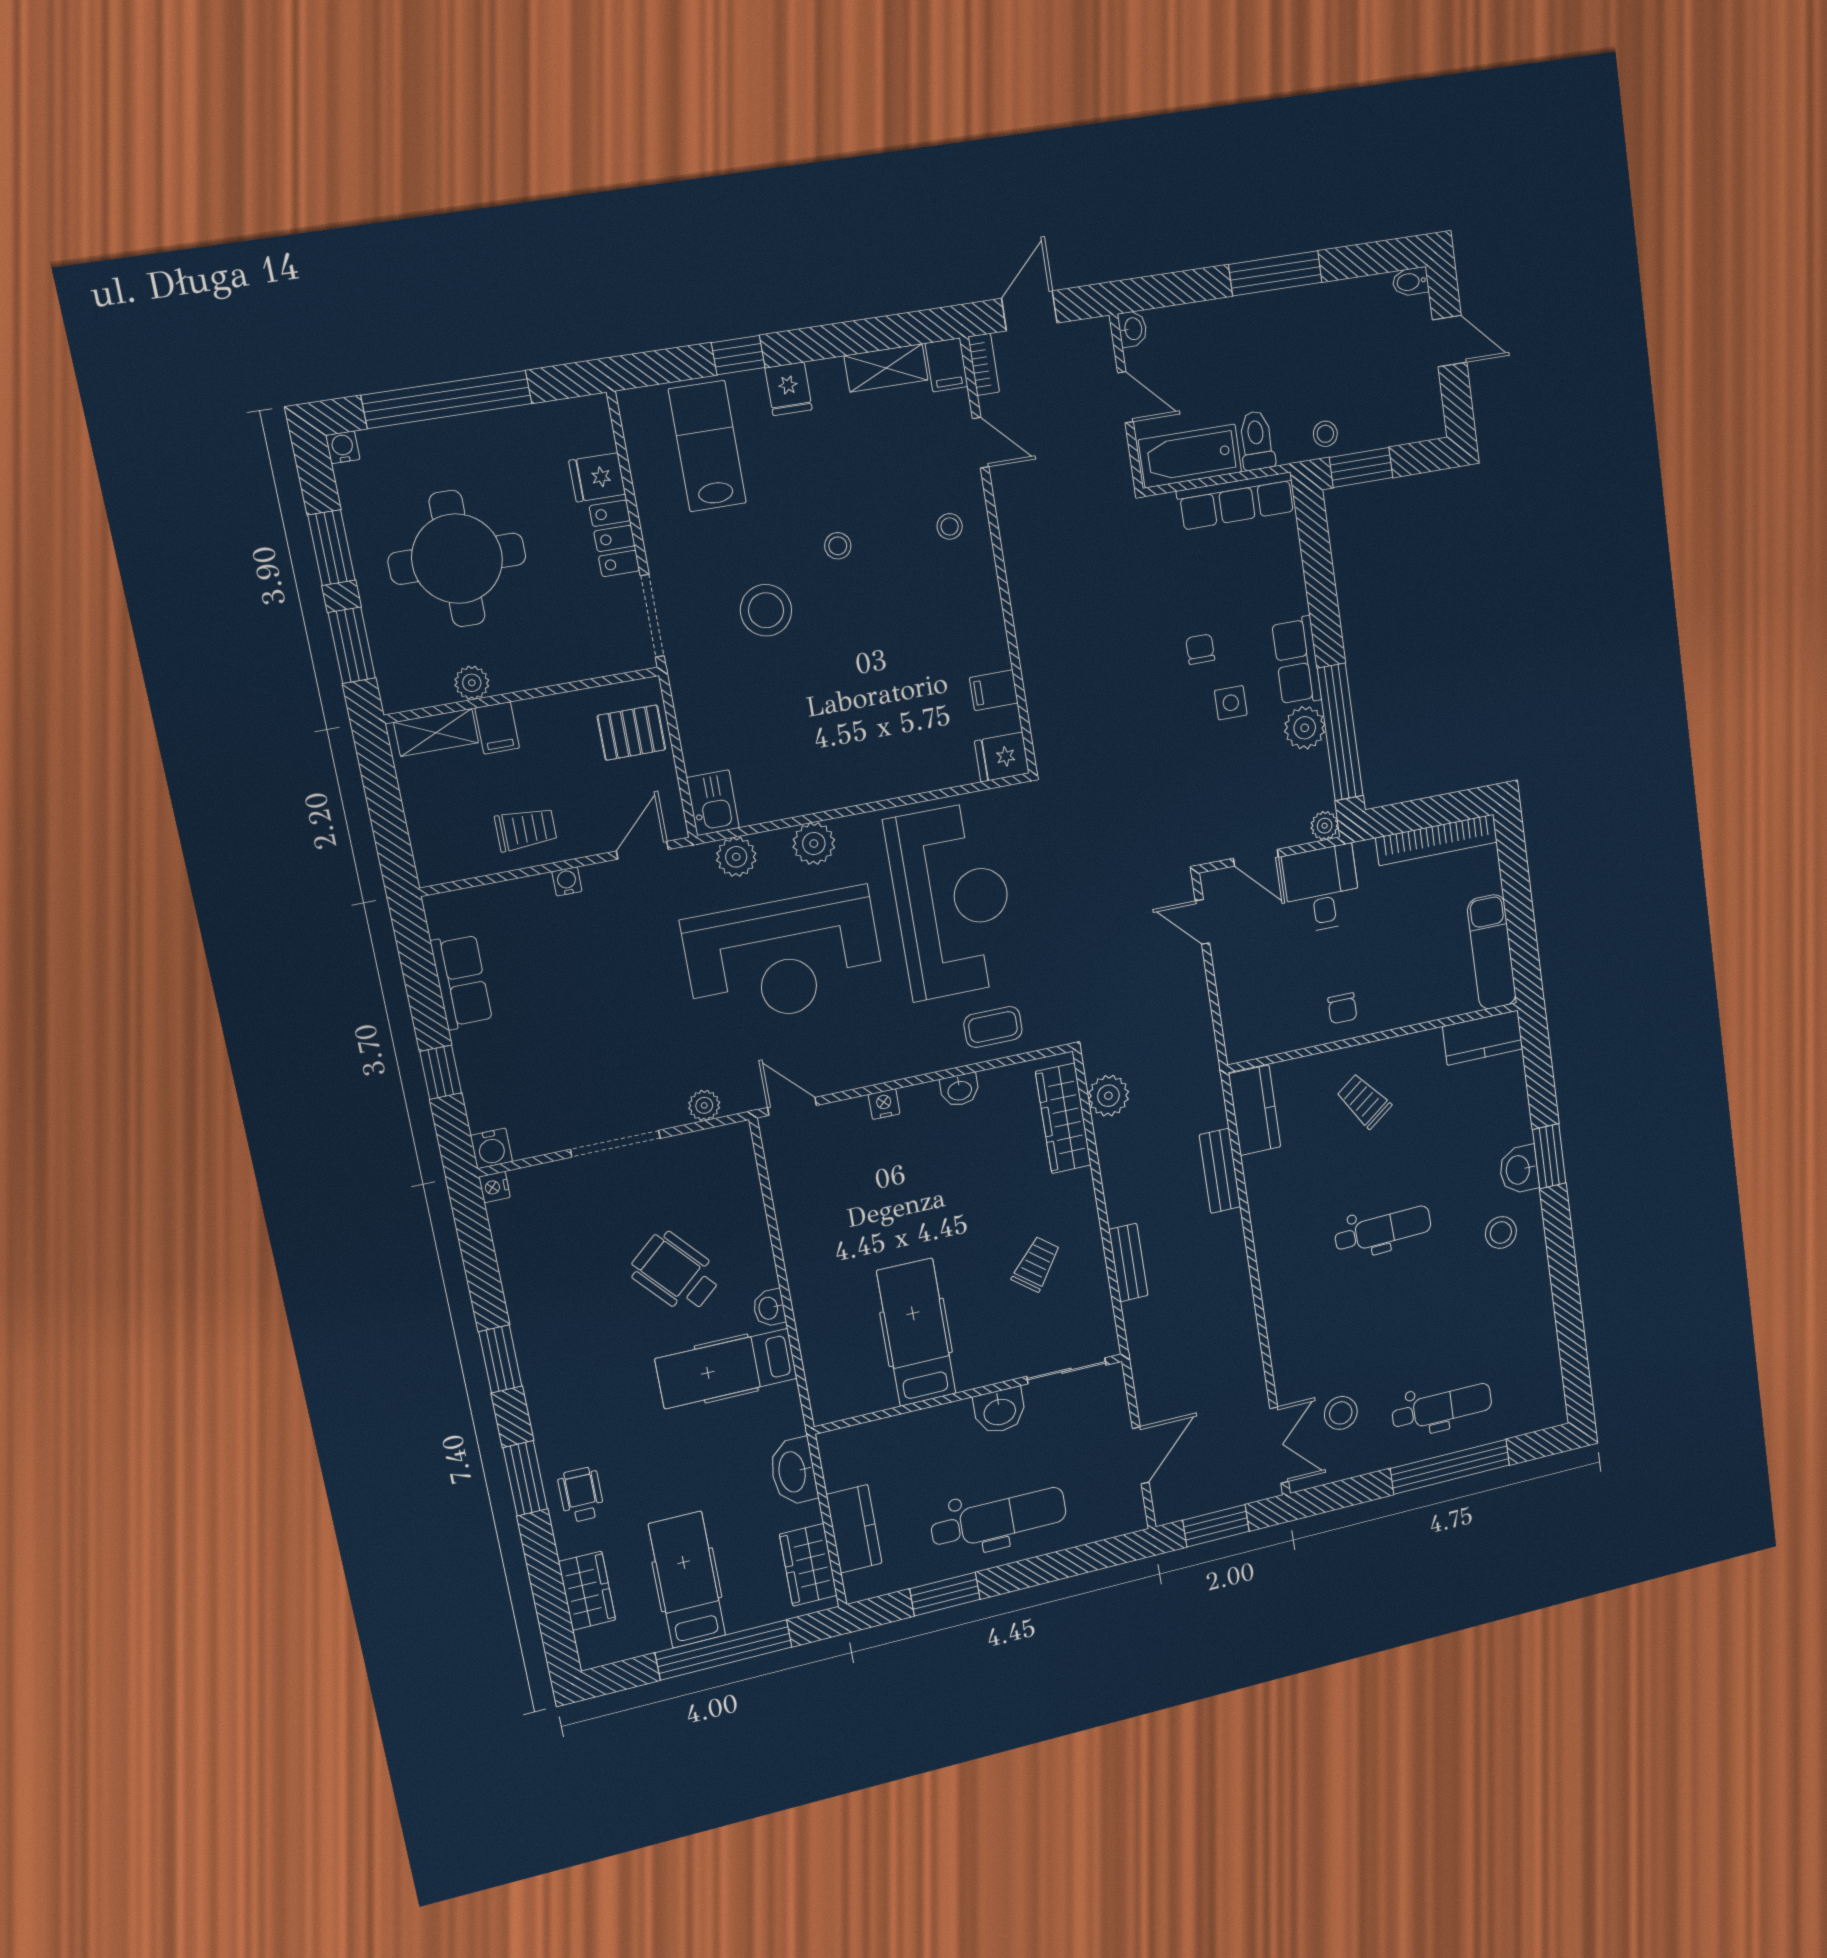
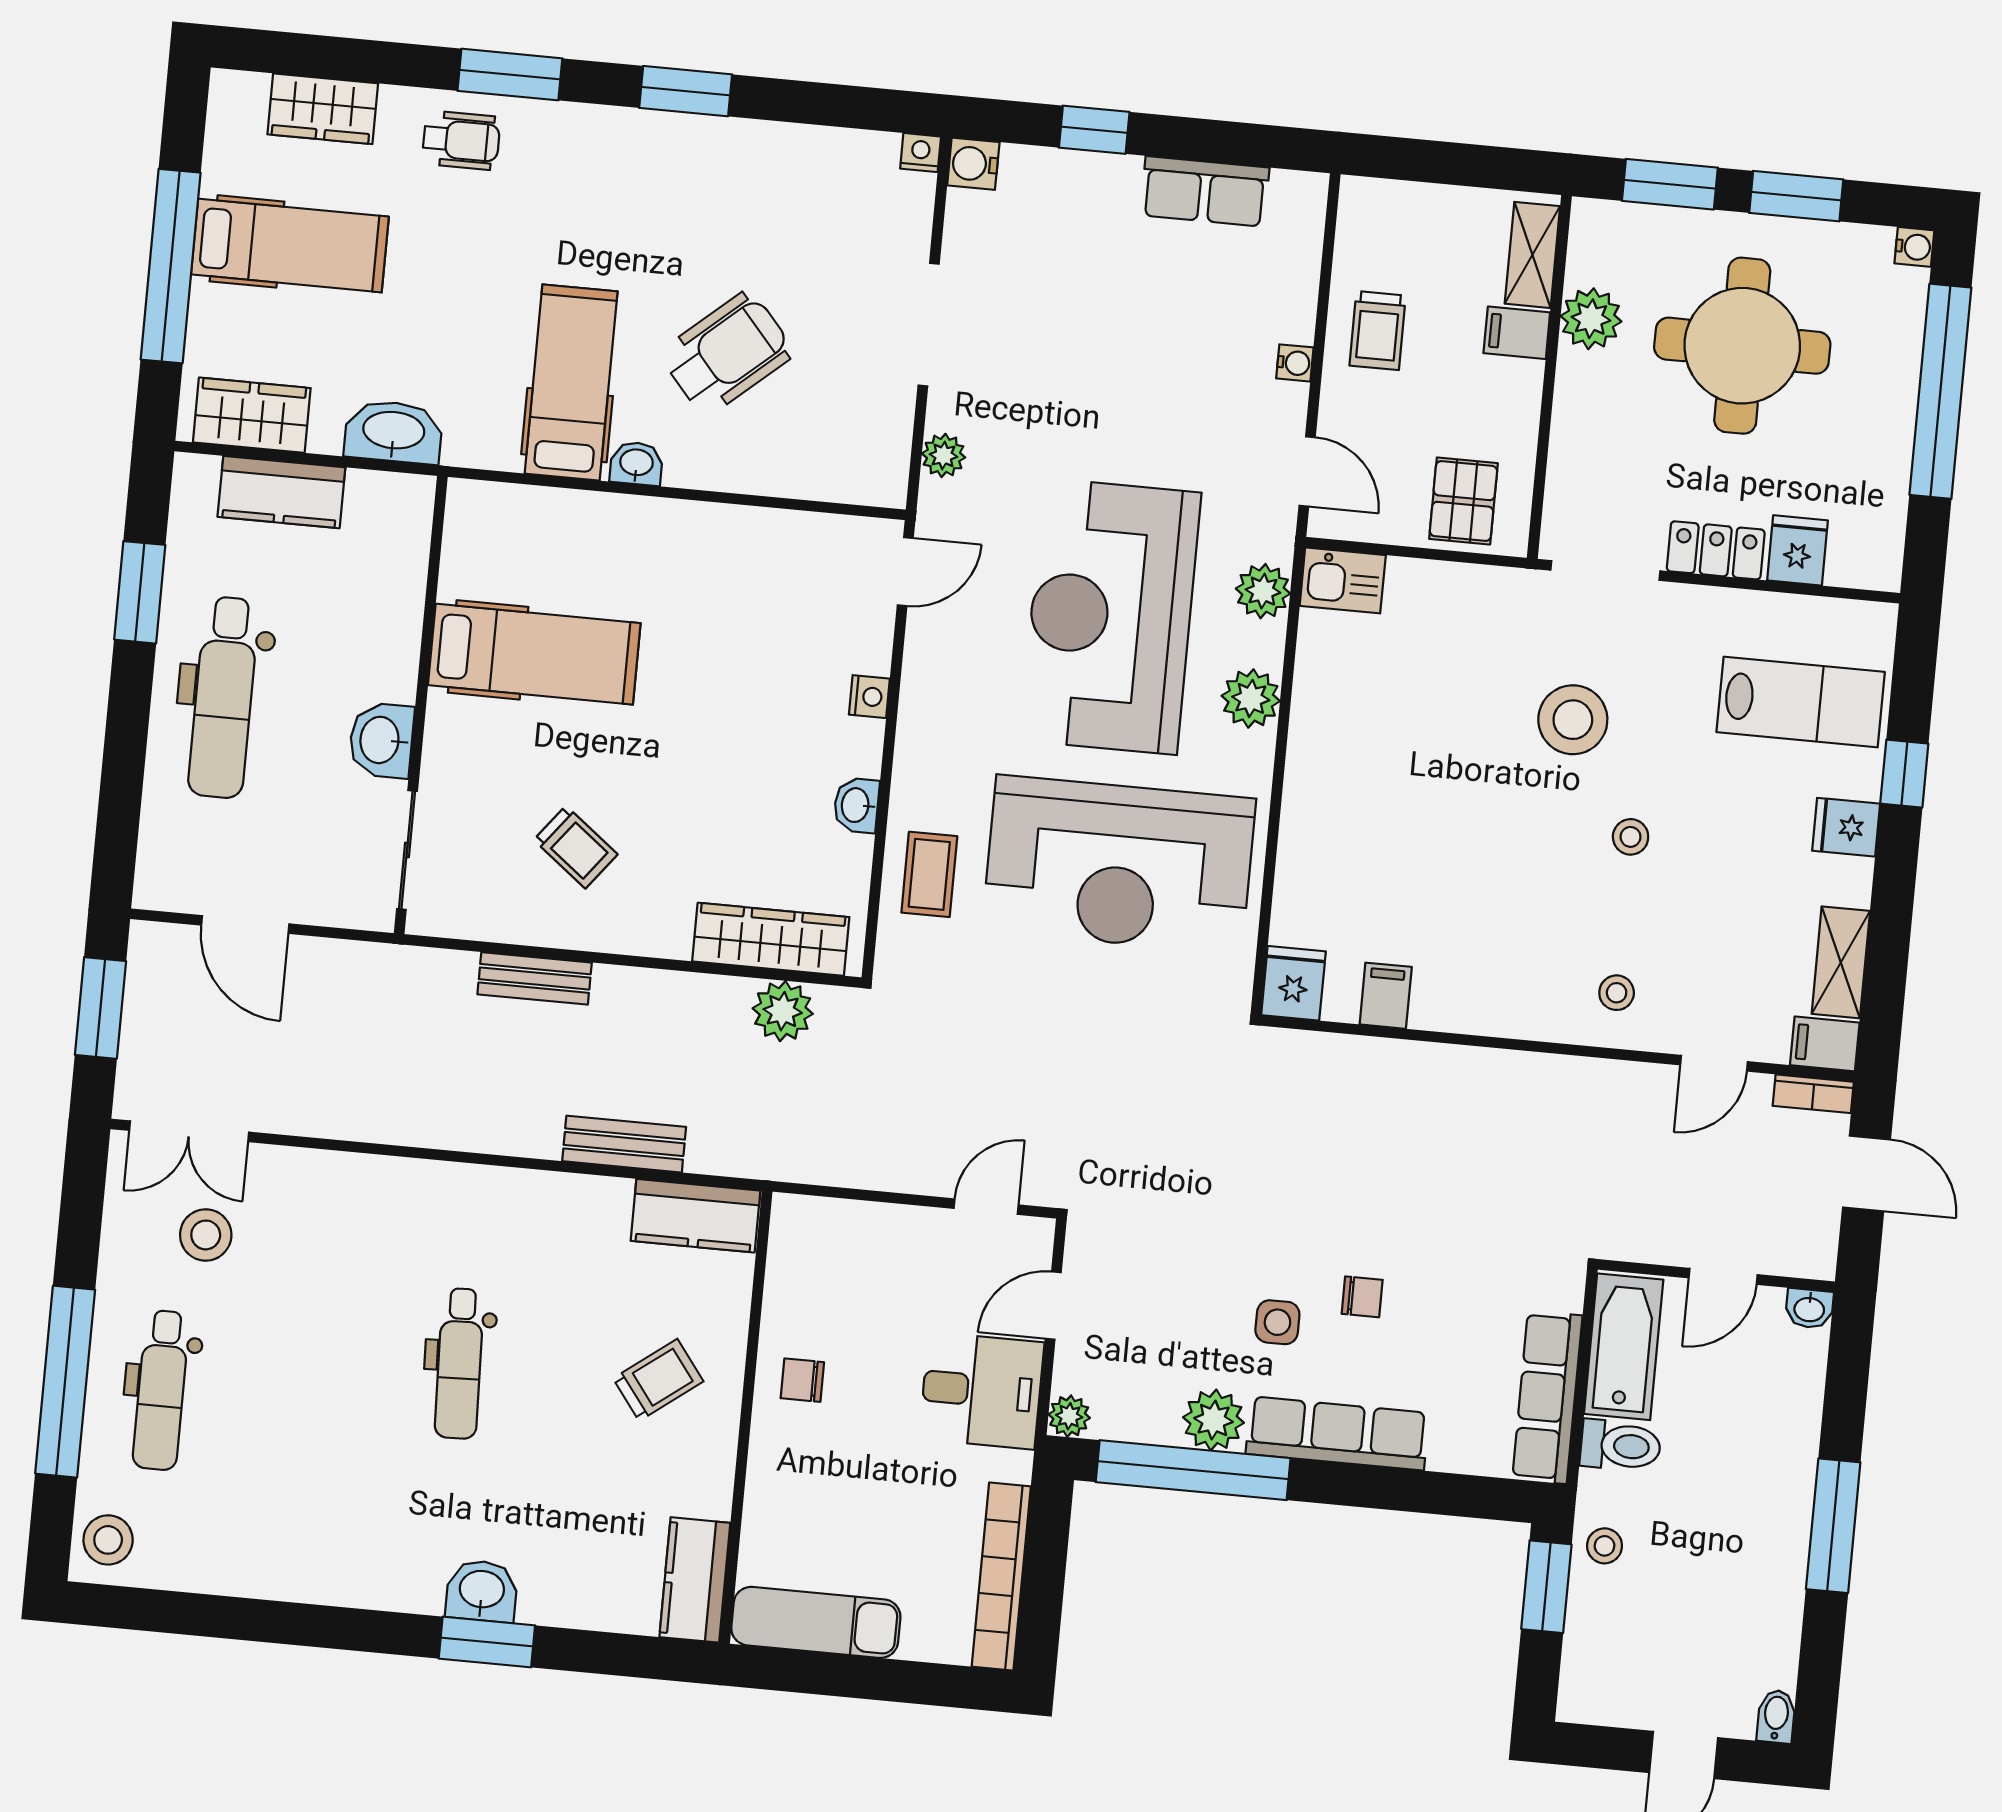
row of seats: (1297, 661) -> (1337, 1433), width x1.48
plant: (472, 683) -> (1591, 319), width x1.38, depth x1.38
stool: (1501, 1232) -> (108, 1540), moved

